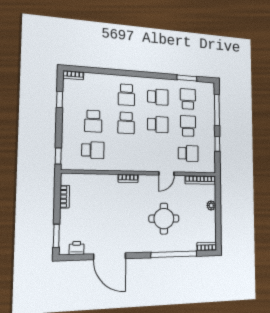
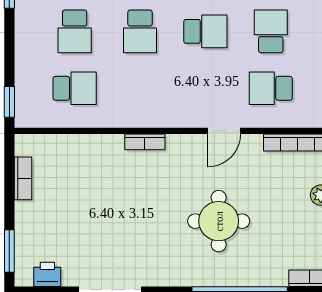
school desk: (188, 153) -> (271, 88), turned 180

